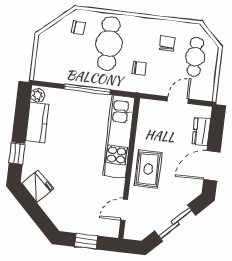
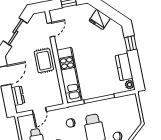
fridge: (38, 186) -> (100, 19), moved

